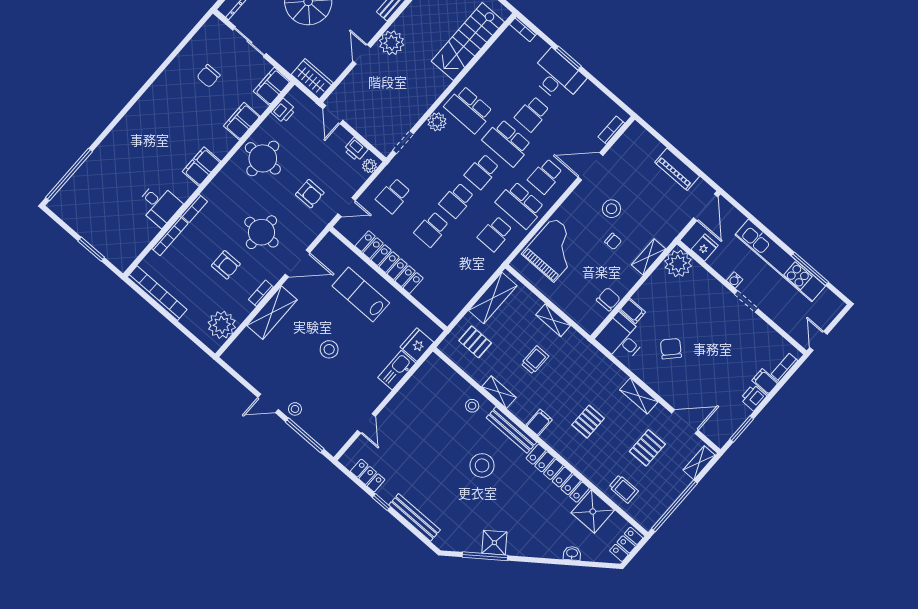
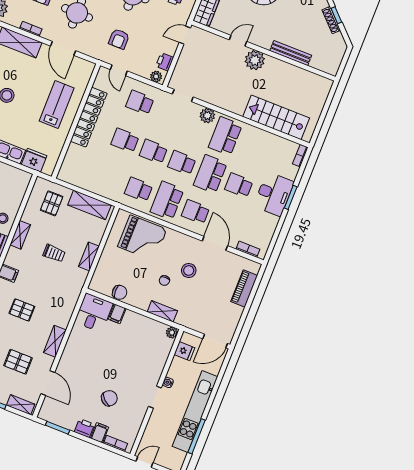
piano: (677, 169) -> (244, 288), moved
plant: (678, 264) -> (172, 333), width x0.53, depth x0.53
chair: (671, 349) -> (109, 398), moved

